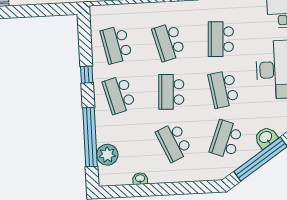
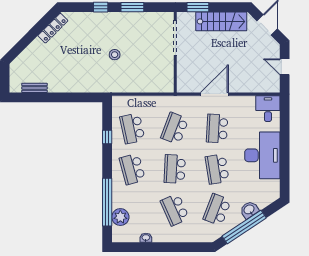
school desk: (169, 42) -> (175, 128), turned 36
window: (87, 75) -> (107, 137), moved

